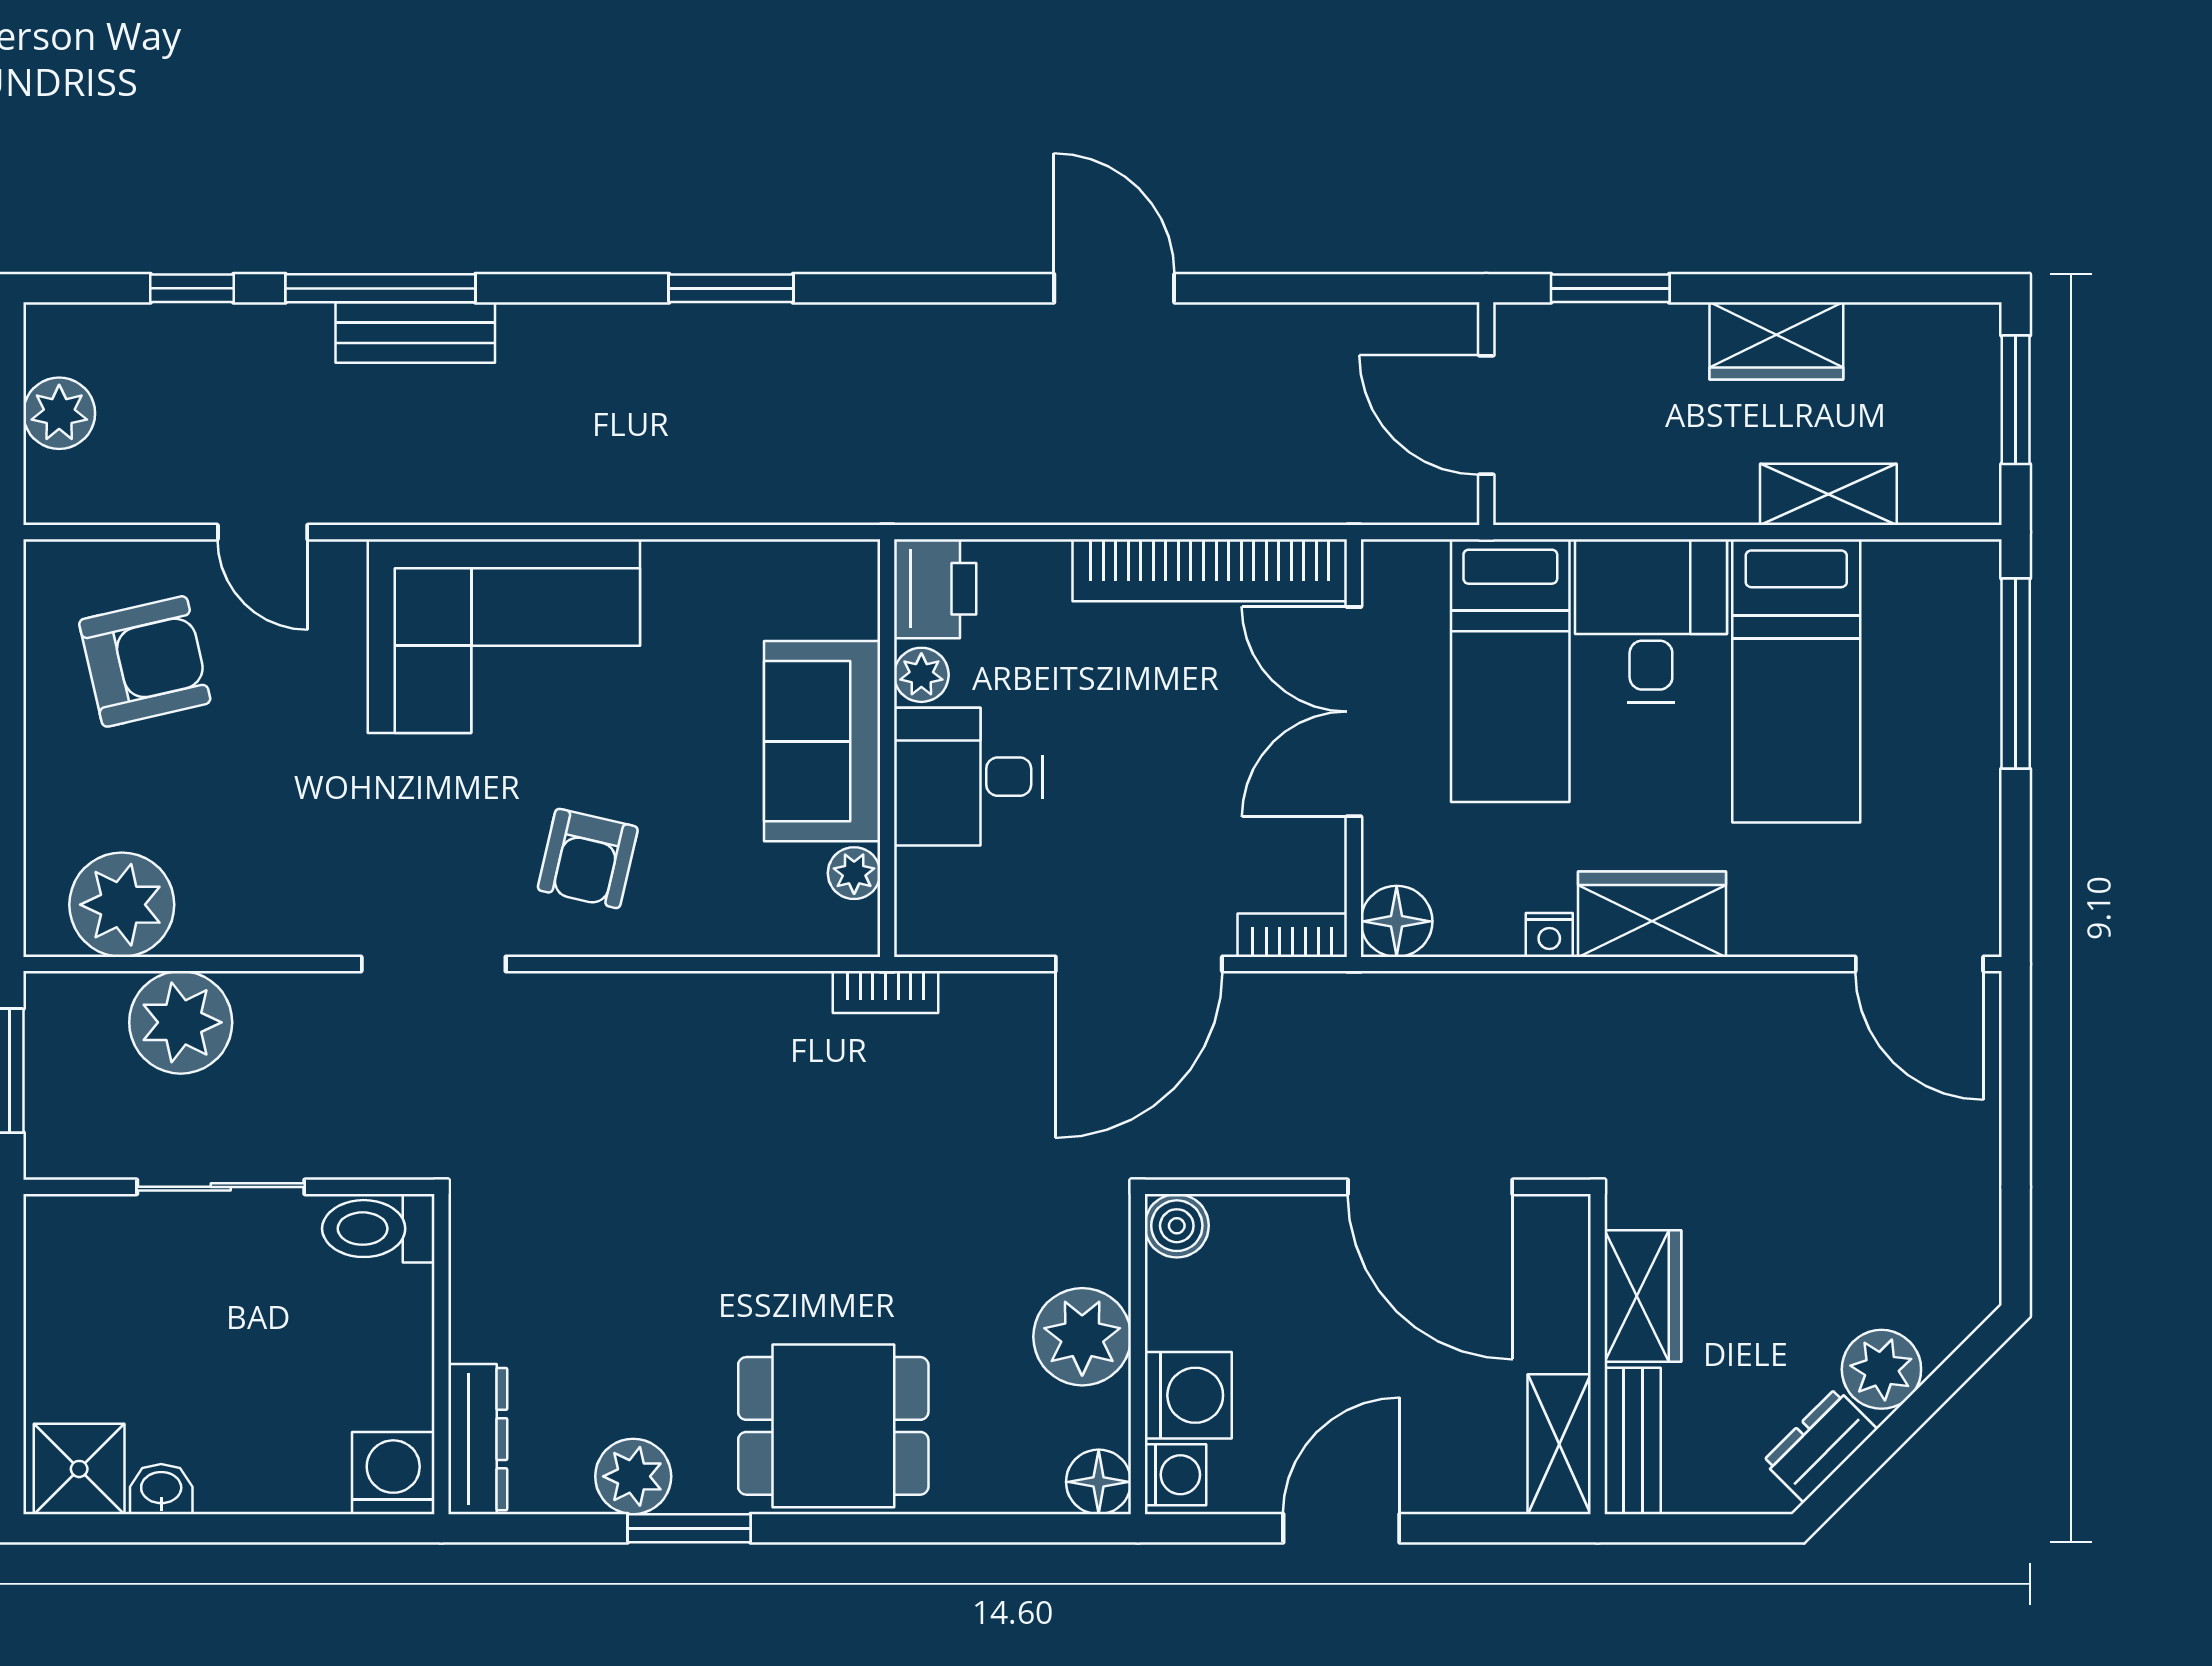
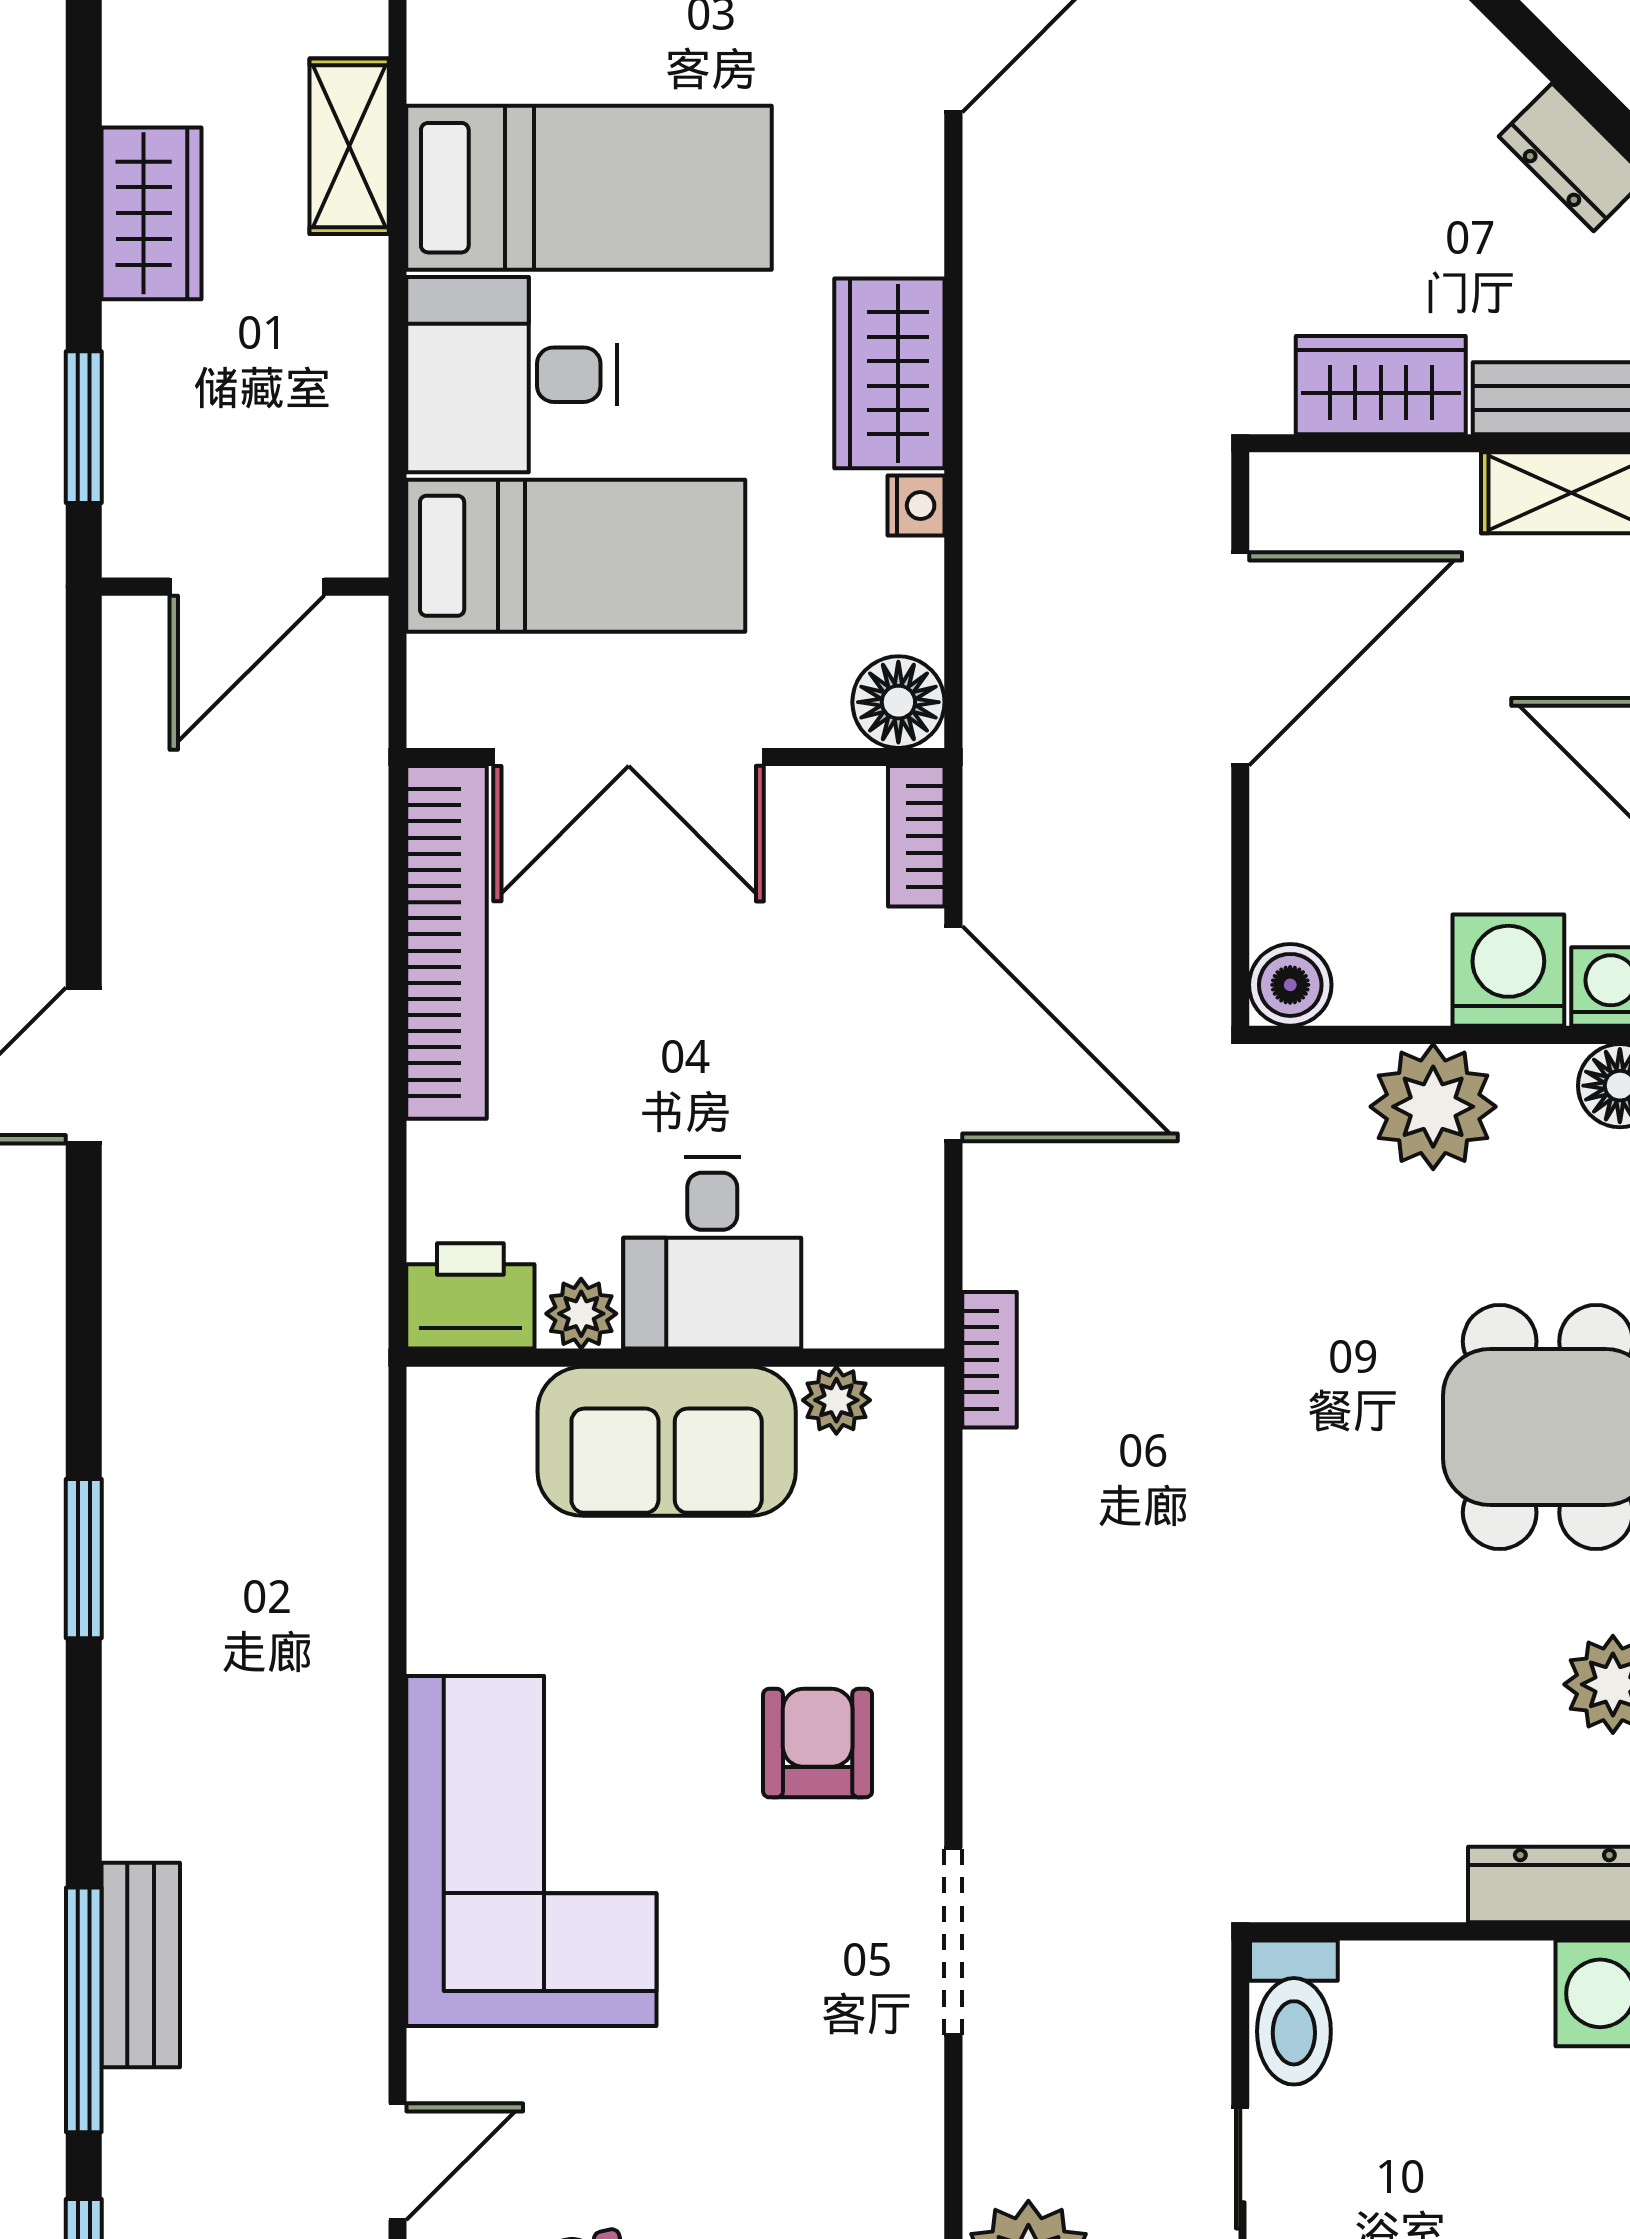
armchair: (588, 858) -> (818, 1743), turned -103
plant: (1881, 1369) -> (1475, 78), removed

